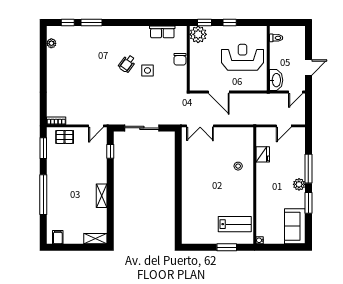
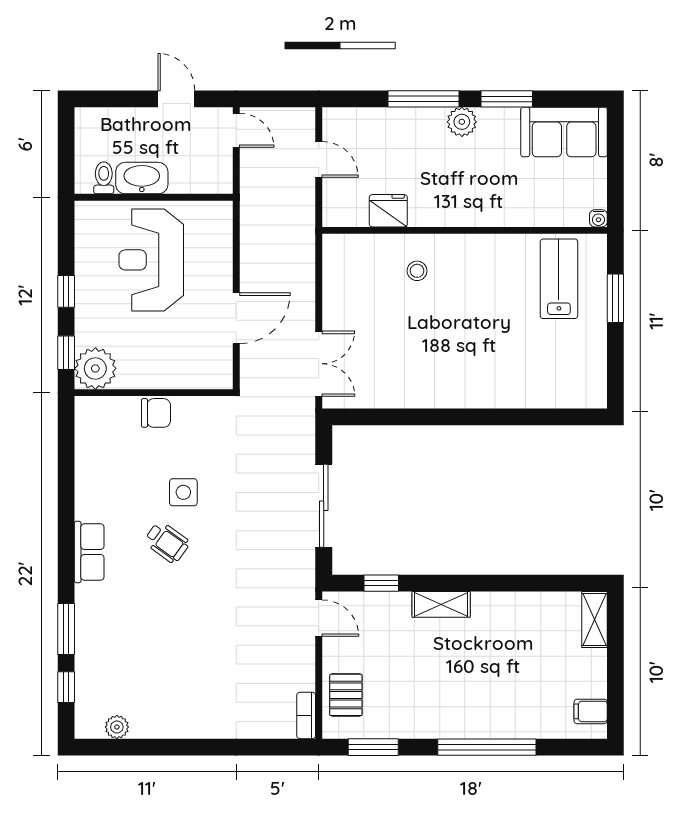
row of seats: (162, 32) -> (89, 552), moved
washbasin: (276, 80) -> (142, 178), moved
shelving: (102, 196) -> (441, 604), moved

